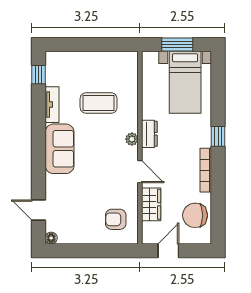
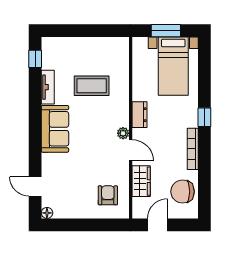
plant: (132, 139) -> (123, 133), moved
armchair: (116, 219) -> (108, 195), turned 90

